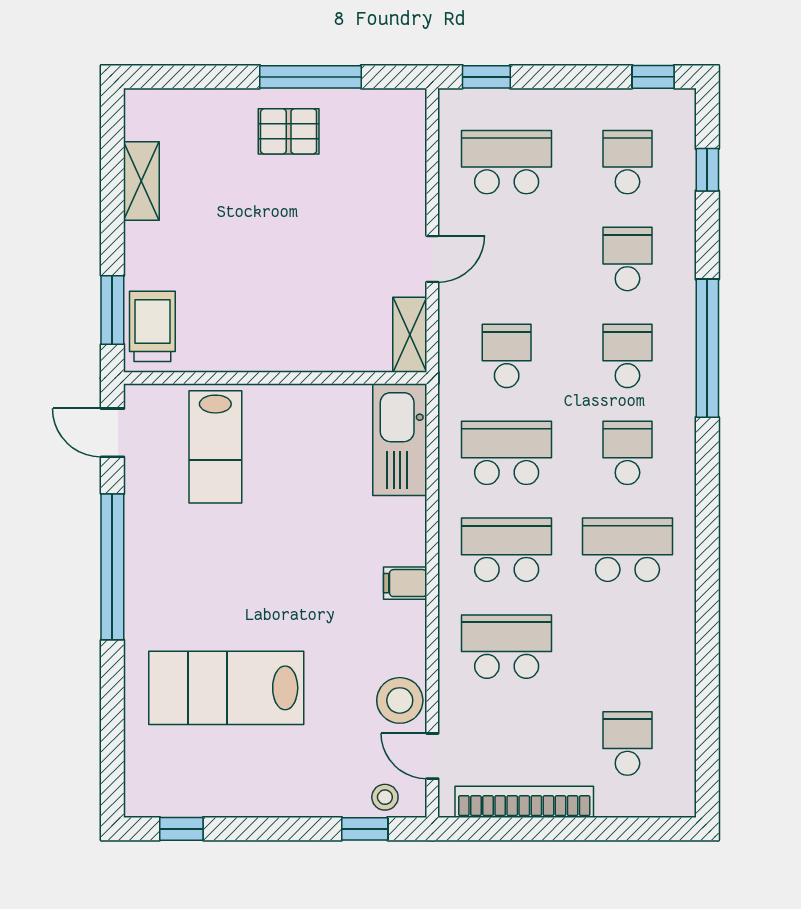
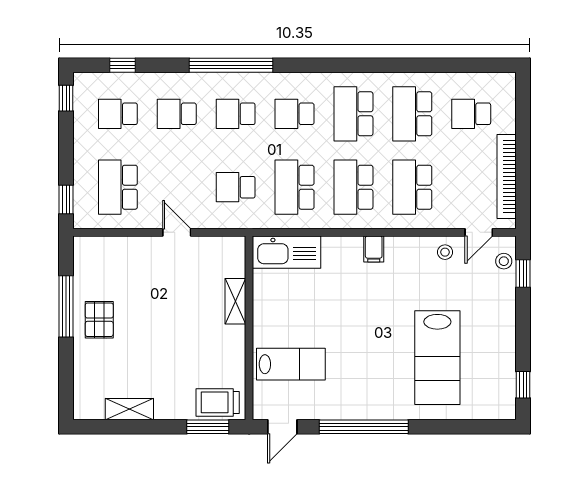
shelving: (410, 335) -> (235, 301), moved, turned 90
school desk: (627, 647) -> (412, 114), added
stool: (400, 700) -> (445, 252), width x0.53, depth x0.53

